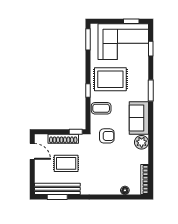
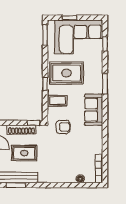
window: (131, 21) -> (70, 18), moved
plant: (142, 142) -> (96, 133), removed

